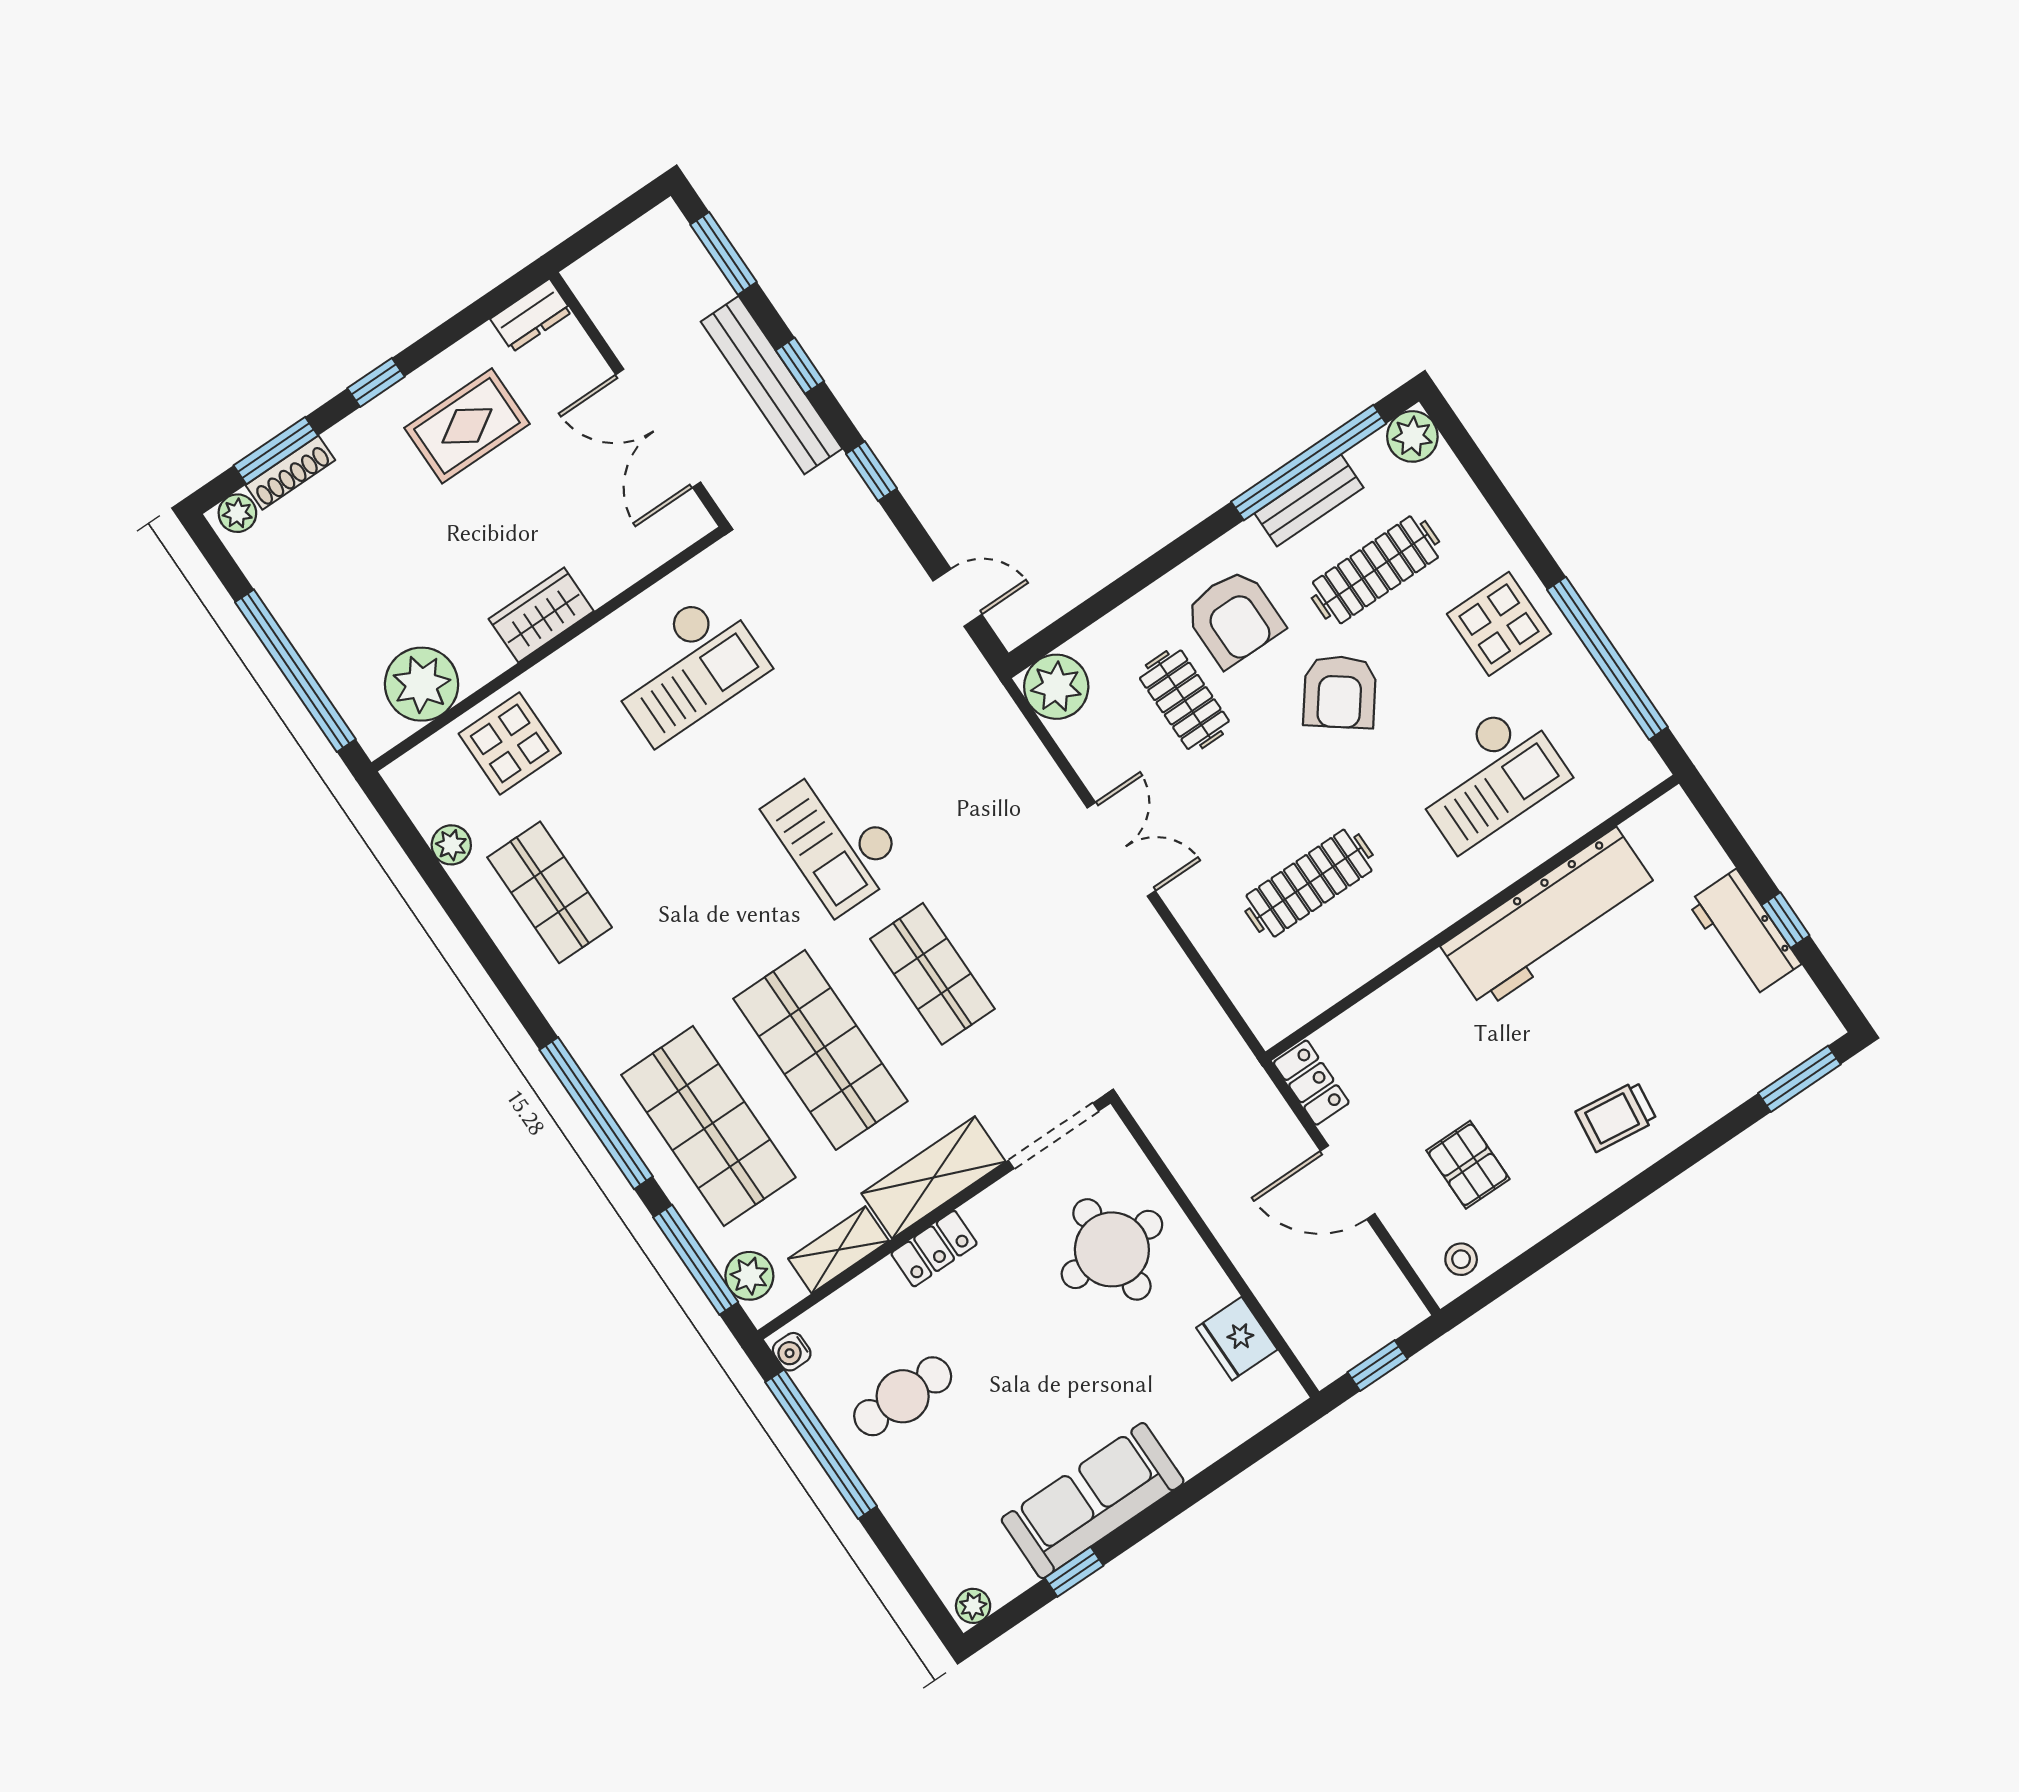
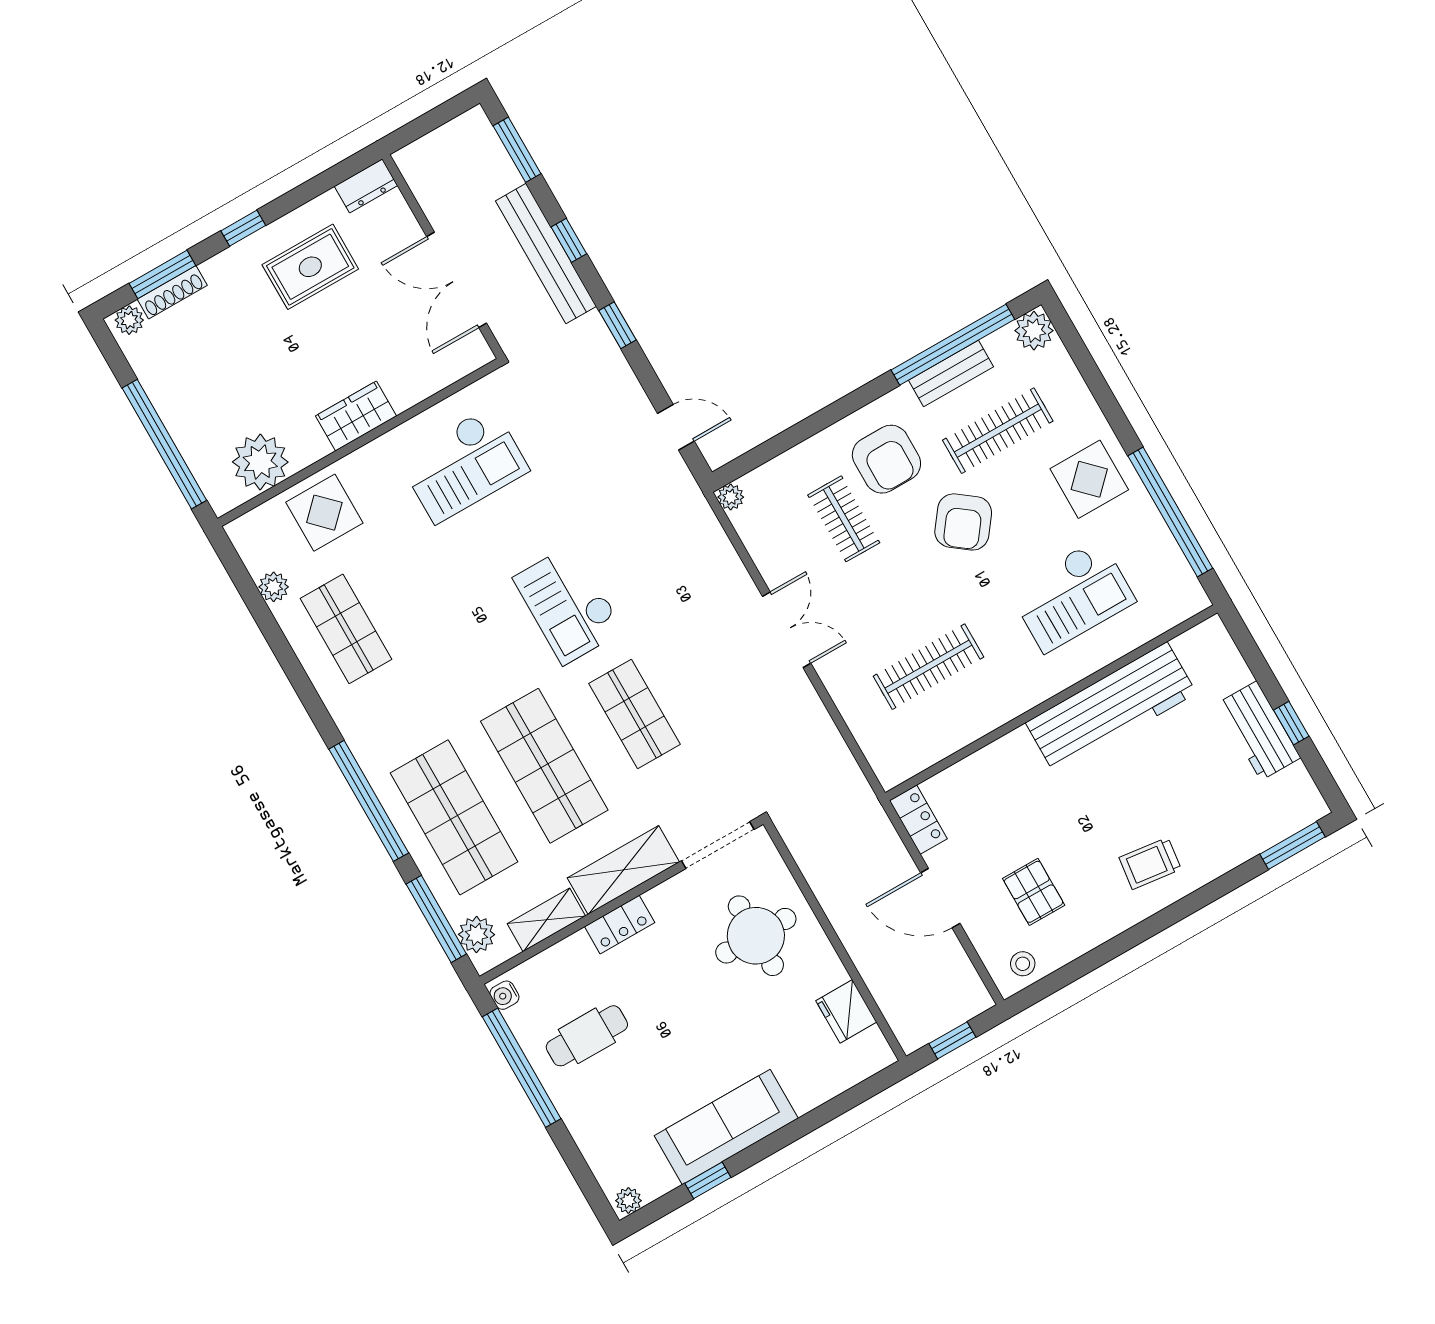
plant: (1056, 687) -> (731, 497), width x0.53, depth x0.53

